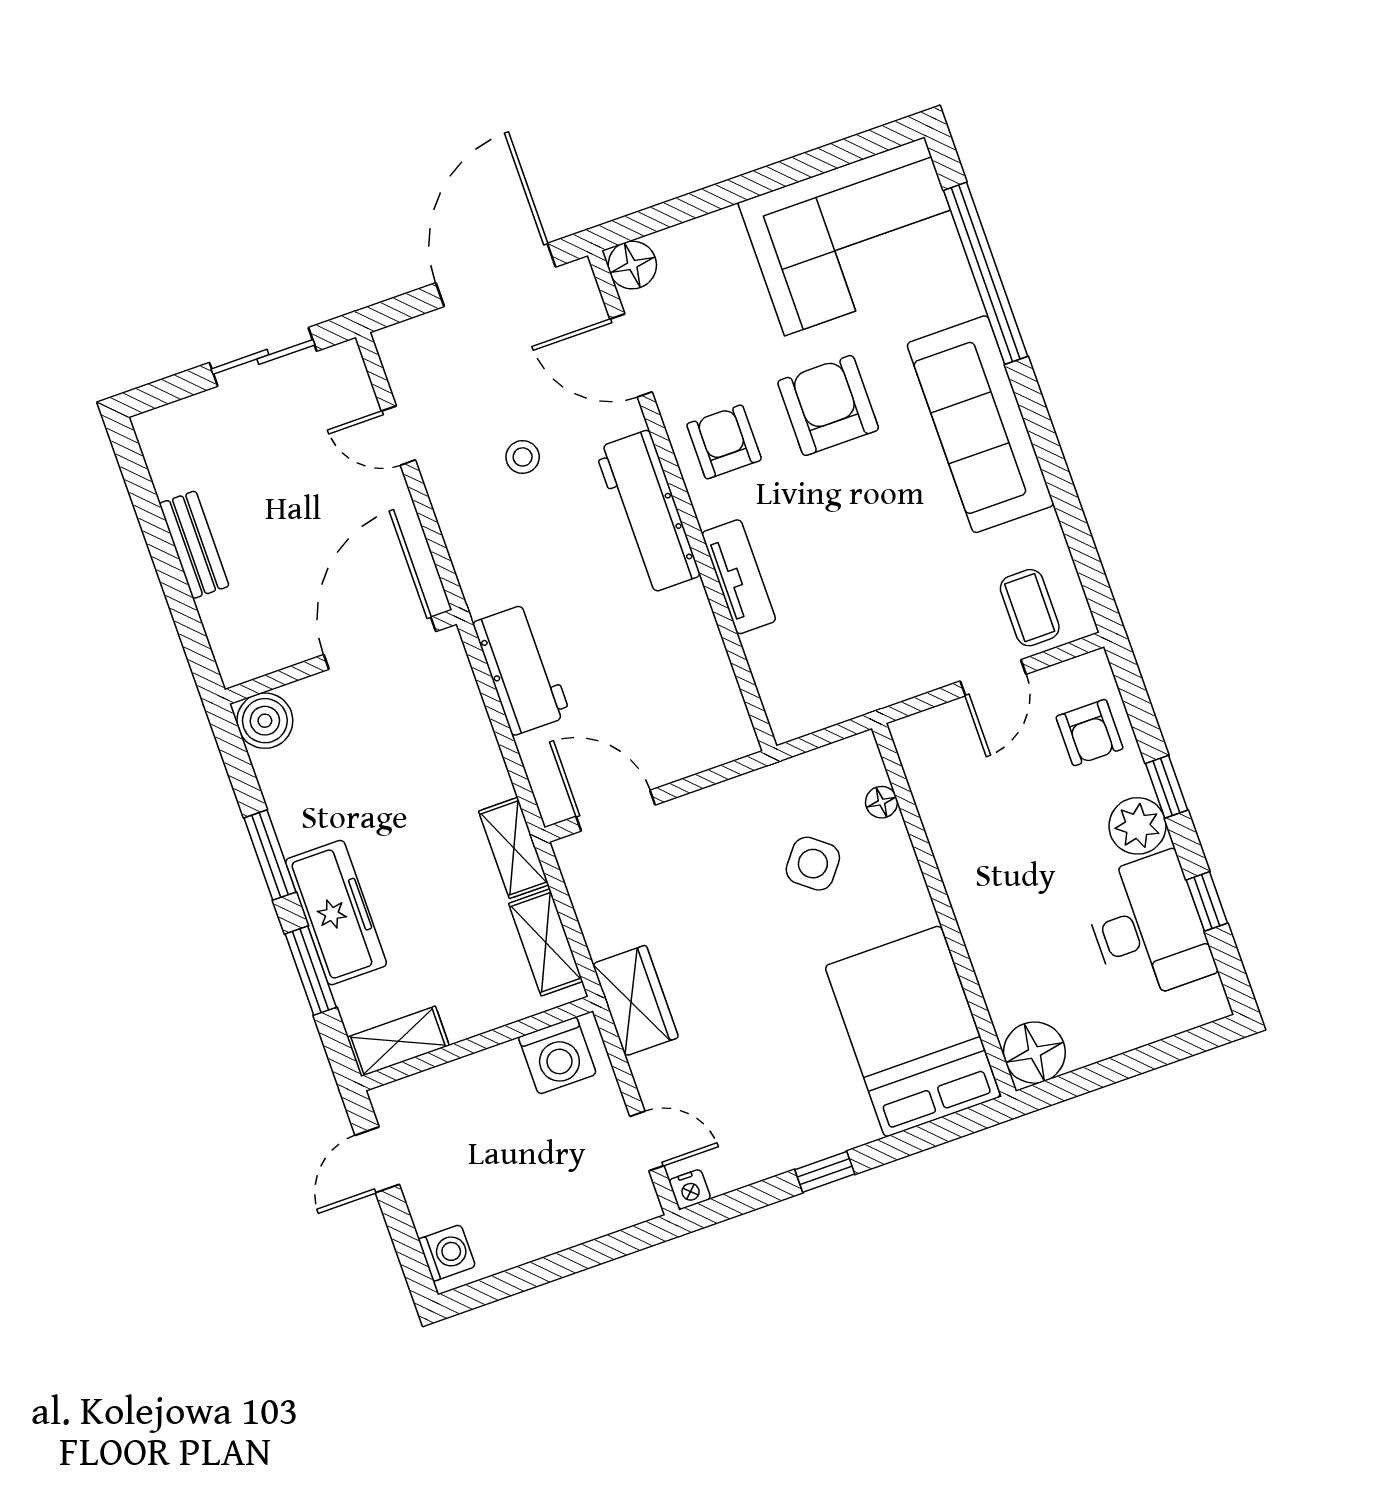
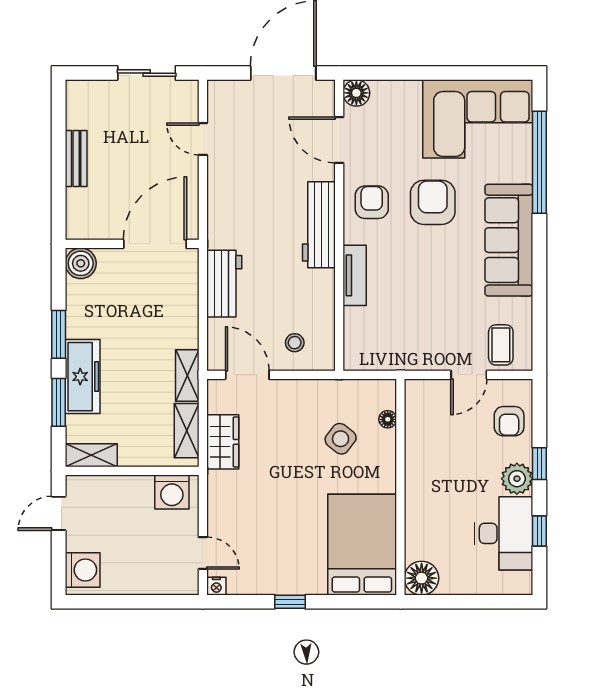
stool: (523, 457) -> (295, 343), moved
wardrobe: (635, 1001) -> (223, 442), moved
washing machine: (447, 1253) -> (83, 570), width x1.38, depth x1.38

